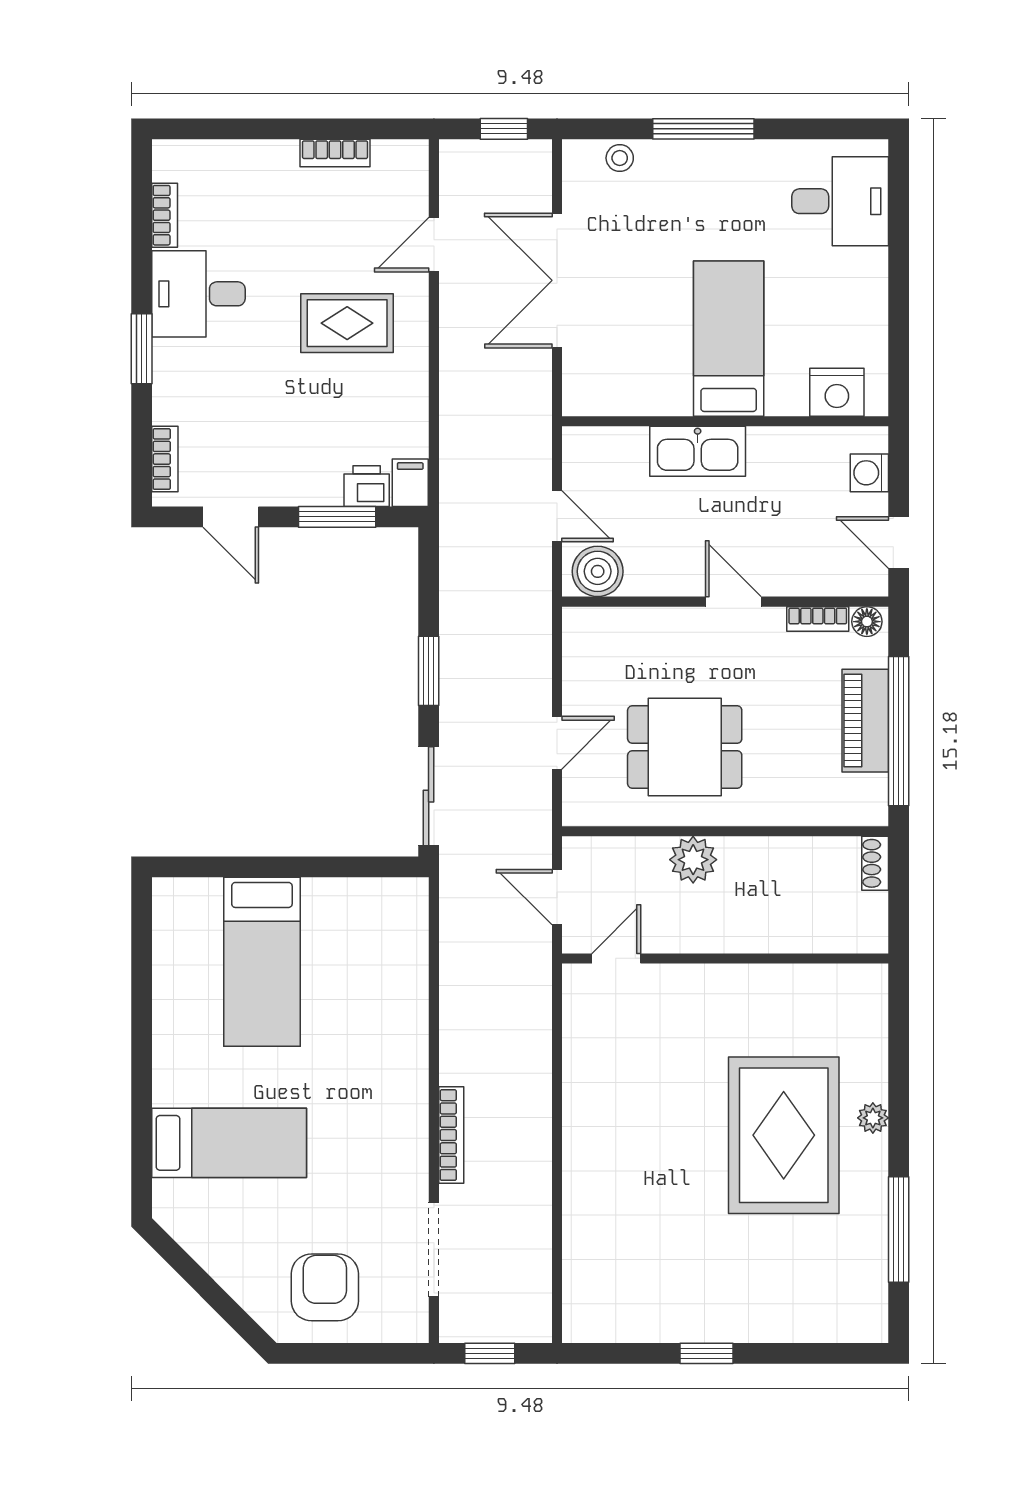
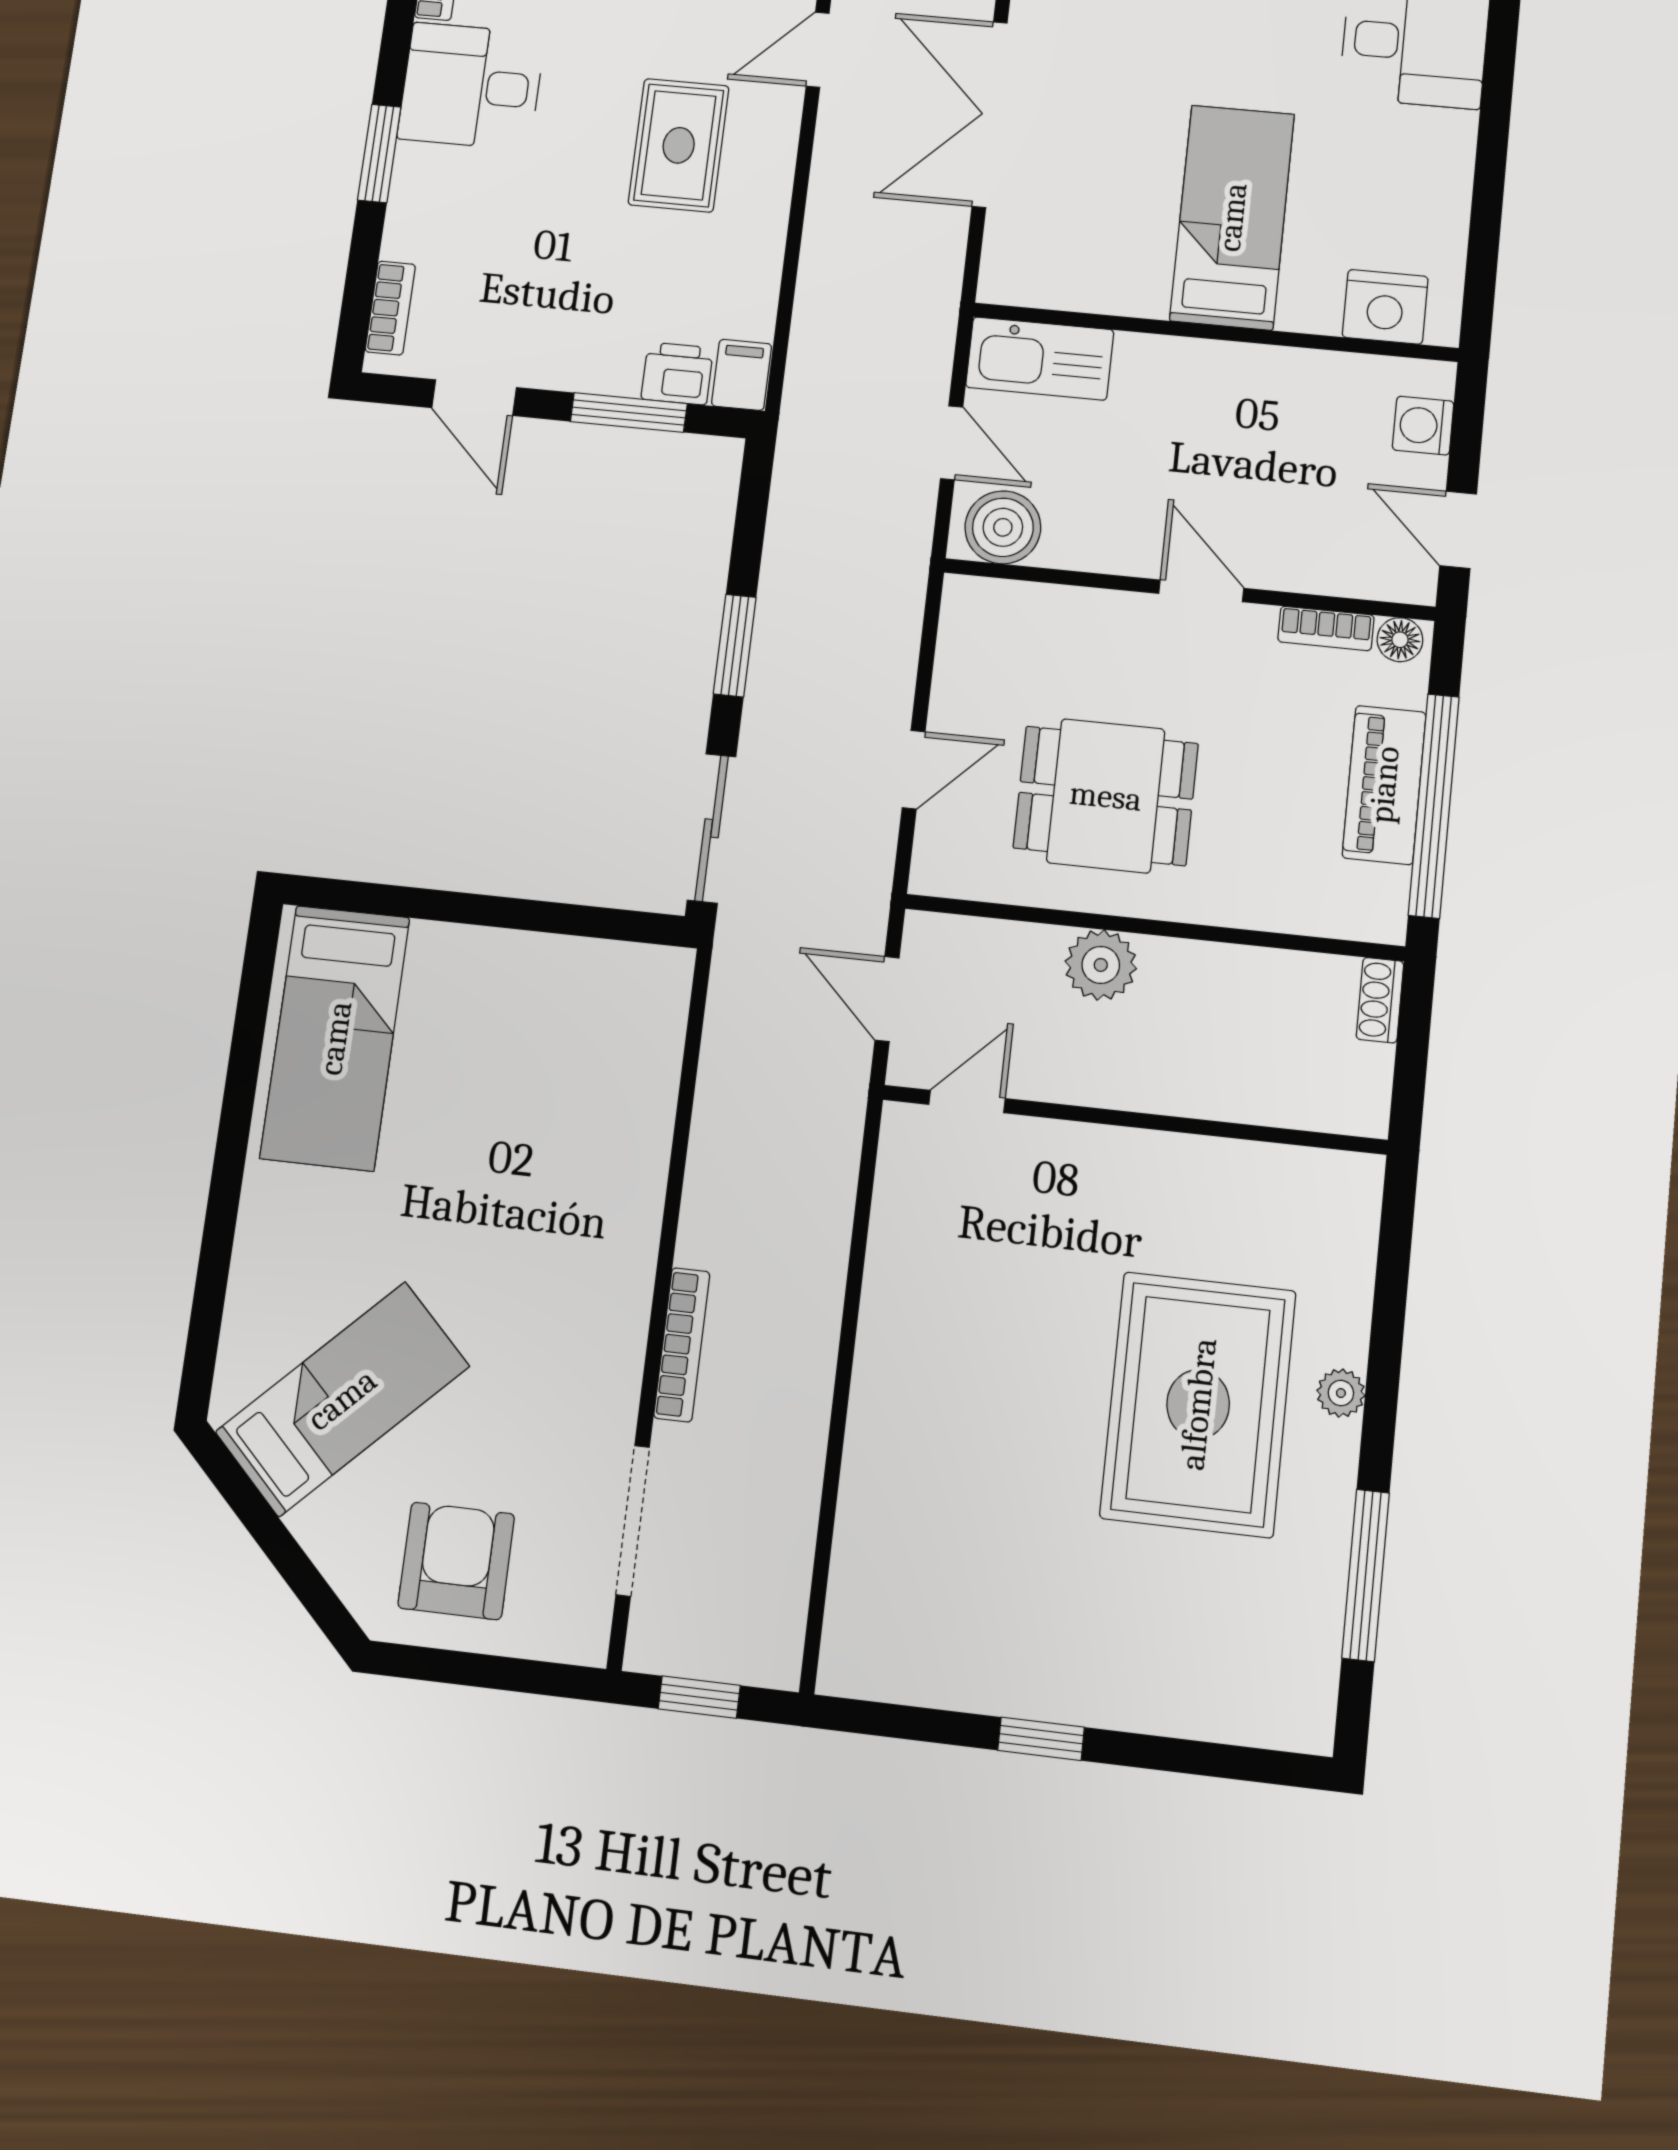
rug: (347, 323) -> (679, 145), turned 90
kitchen sink: (698, 451) -> (1040, 359), moved
bed: (262, 962) -> (335, 1038), moved
bed: (229, 1143) -> (342, 1399), moved, turned -45

